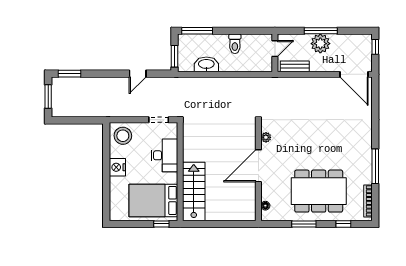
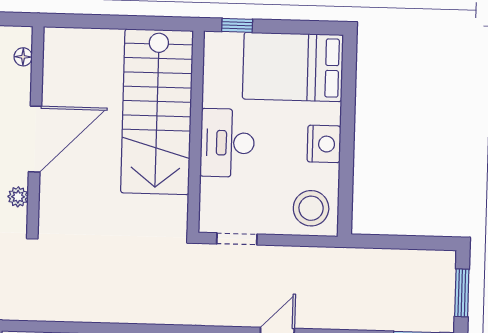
desk: (165, 155) -> (227, 143), moved
stairs: (194, 191) -> (157, 112), width x1.36, depth x1.51
bed: (153, 200) -> (293, 67), moved, turned 180

